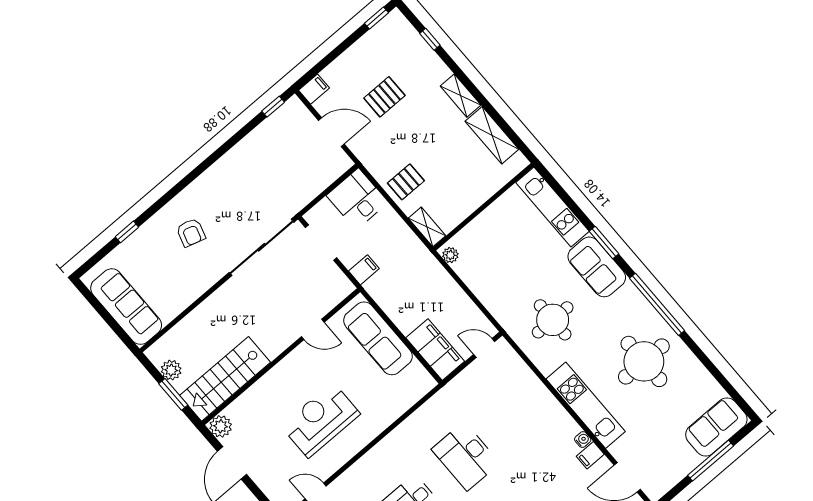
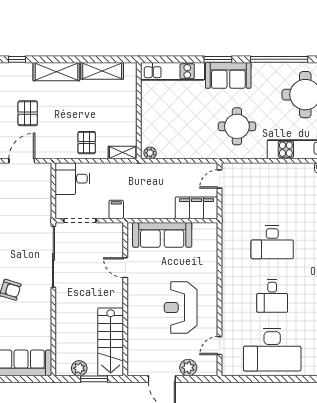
shelving: (461, 96) -> (56, 72), width x1.50, depth x1.33
door: (313, 329) -> (125, 268), swing flipped
plant: (221, 426) -> (188, 368), moved

